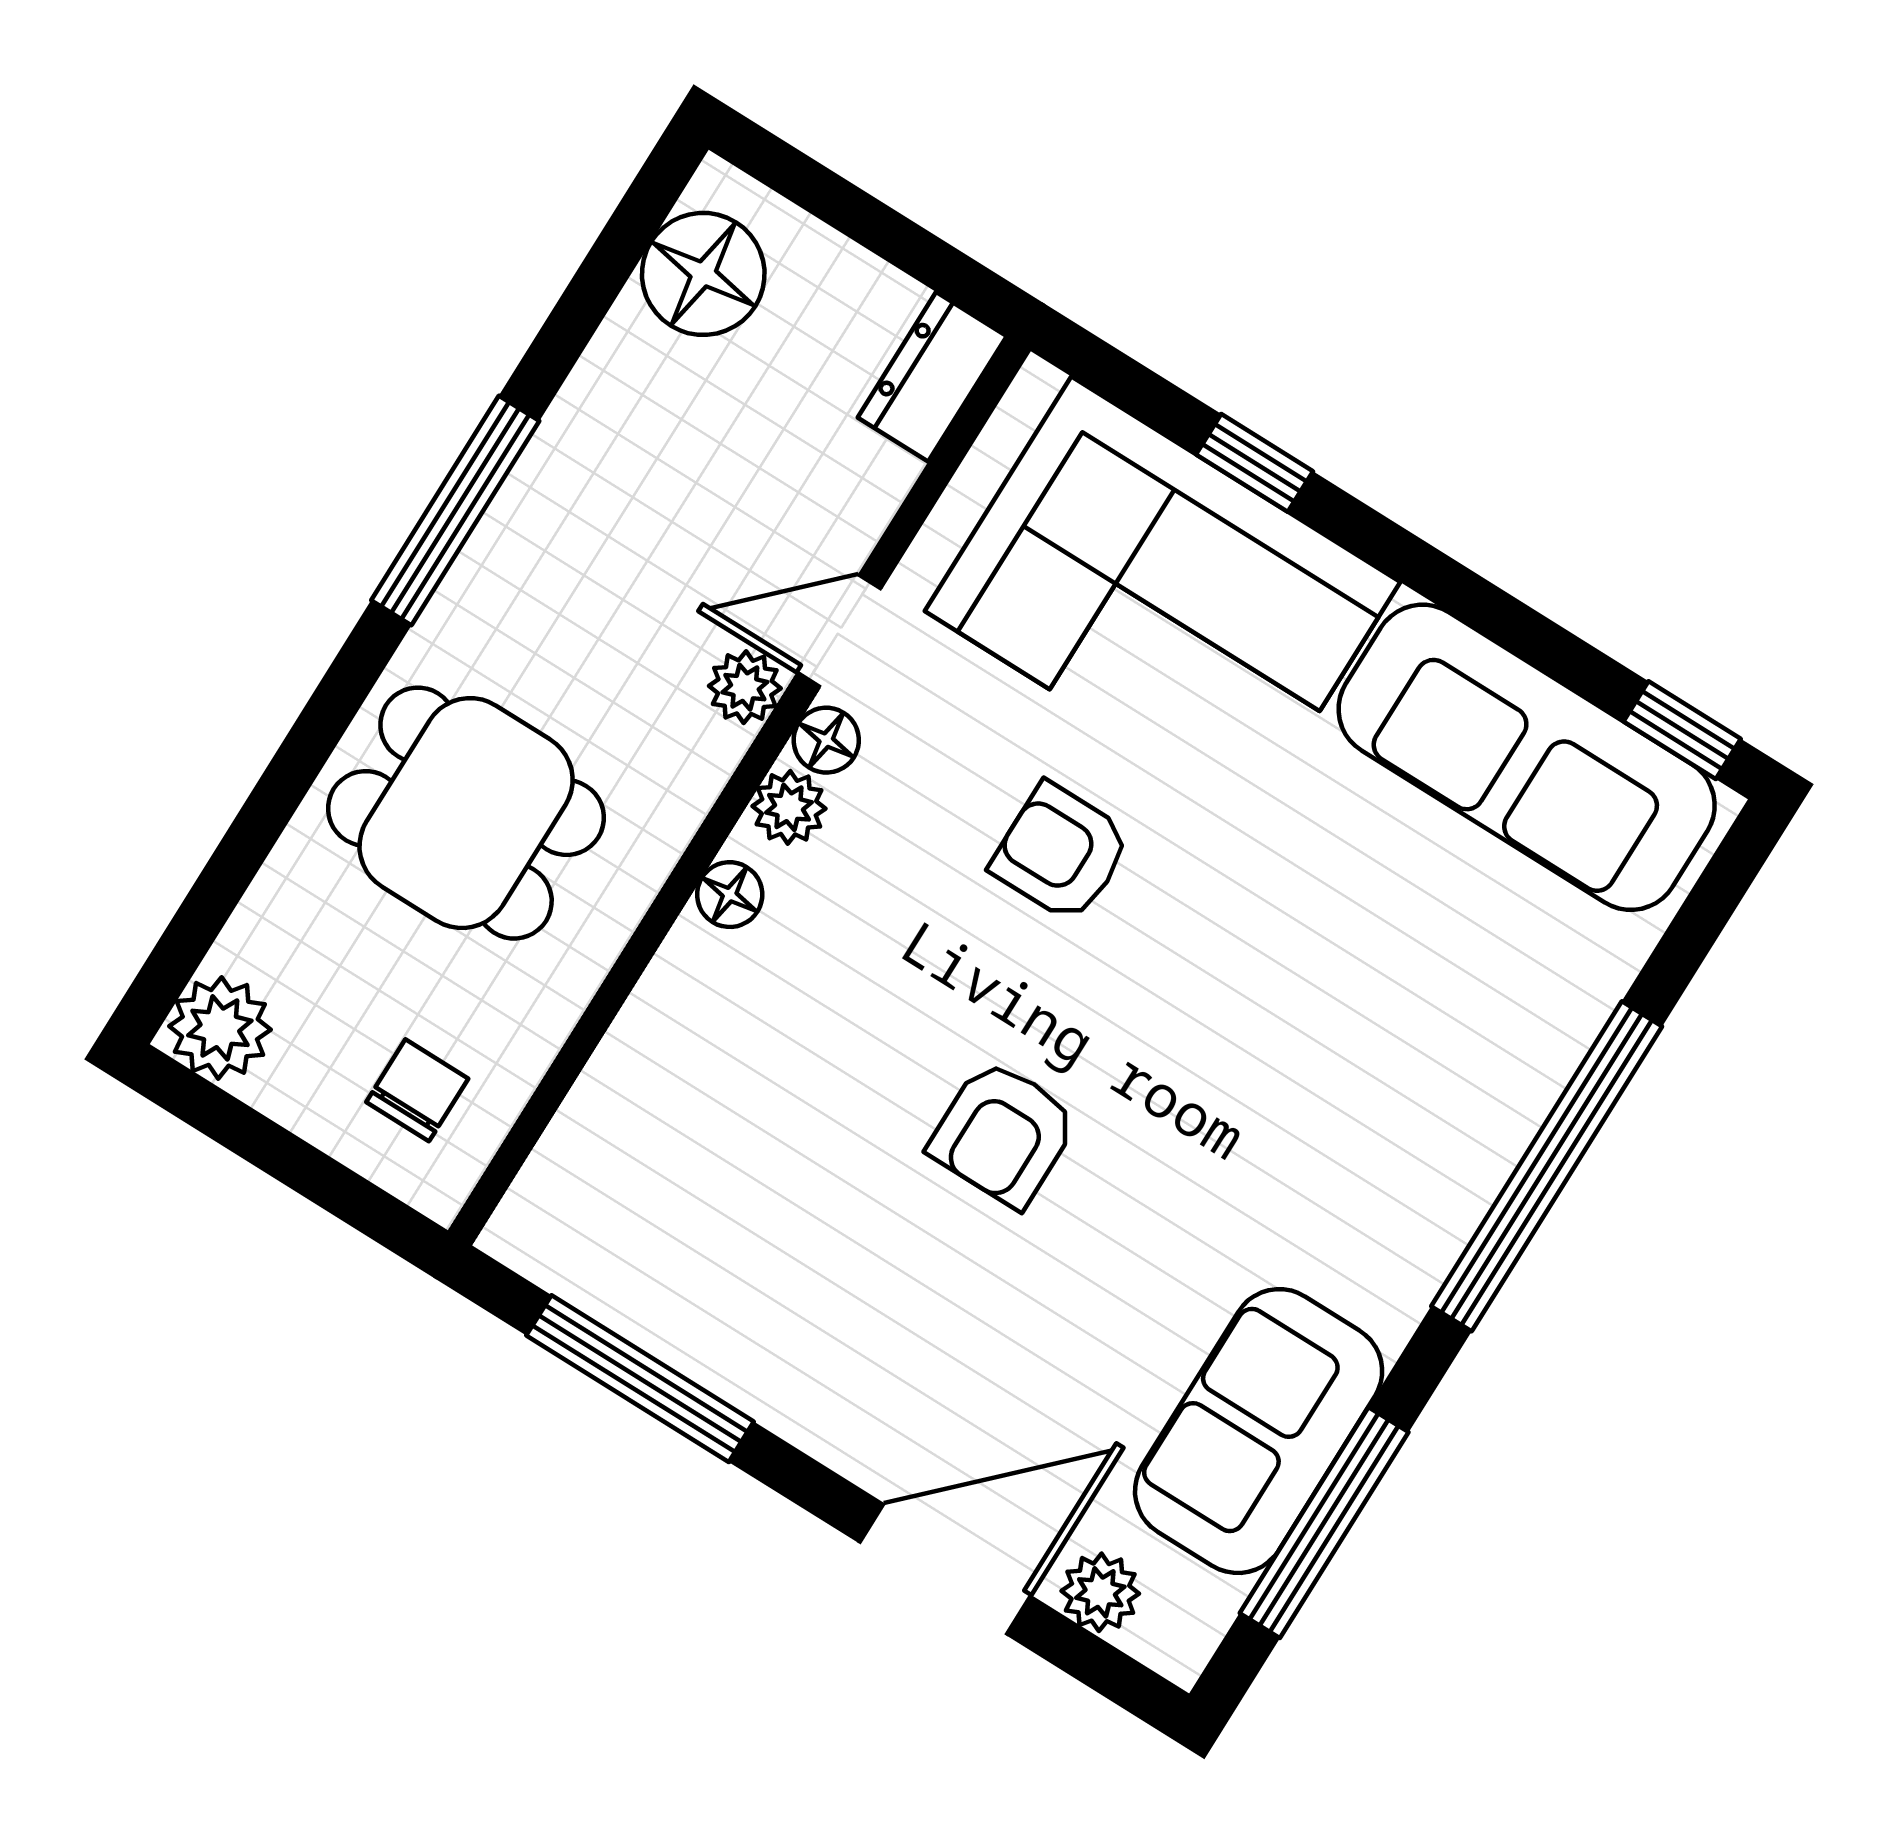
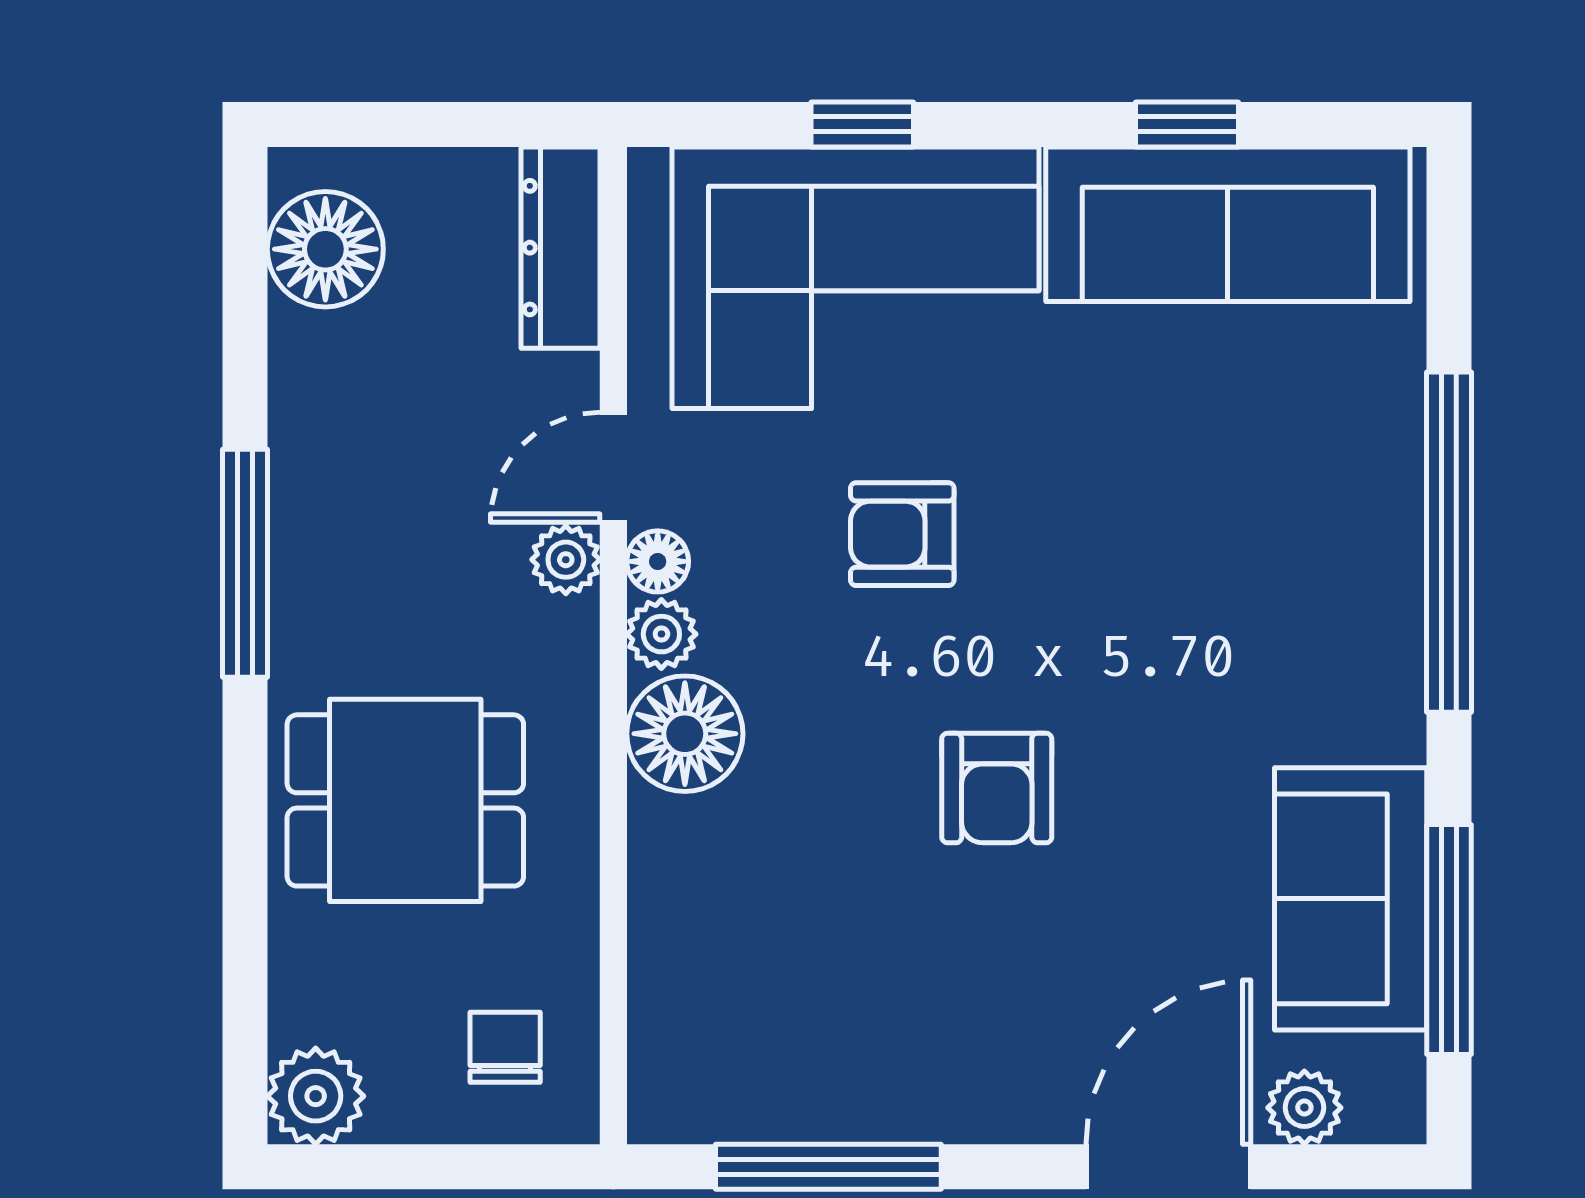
dresser: (932, 377) -> (561, 248), width x1.44
window: (1682, 730) -> (1187, 124), moved
floor lamp: (730, 895) -> (685, 734), width x1.89, depth x1.89

